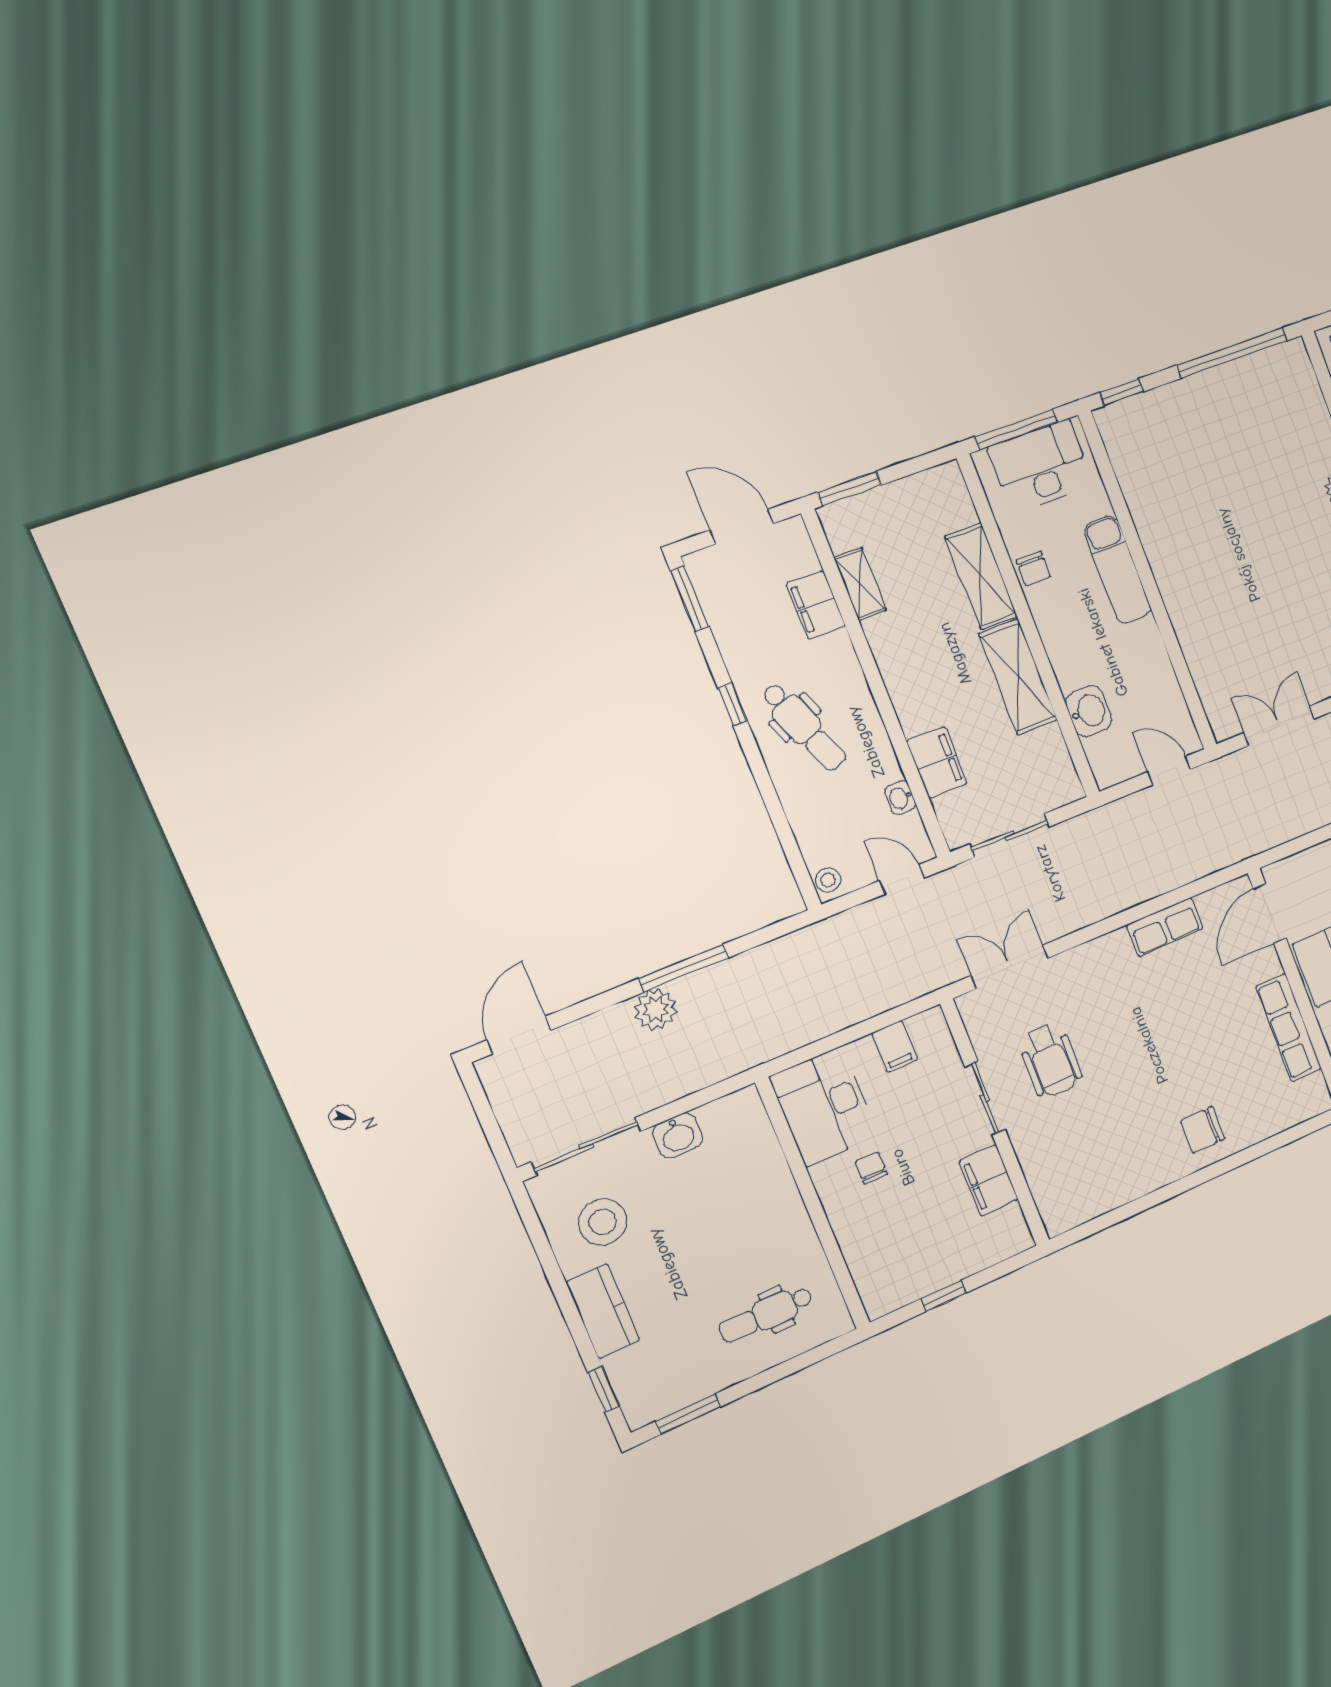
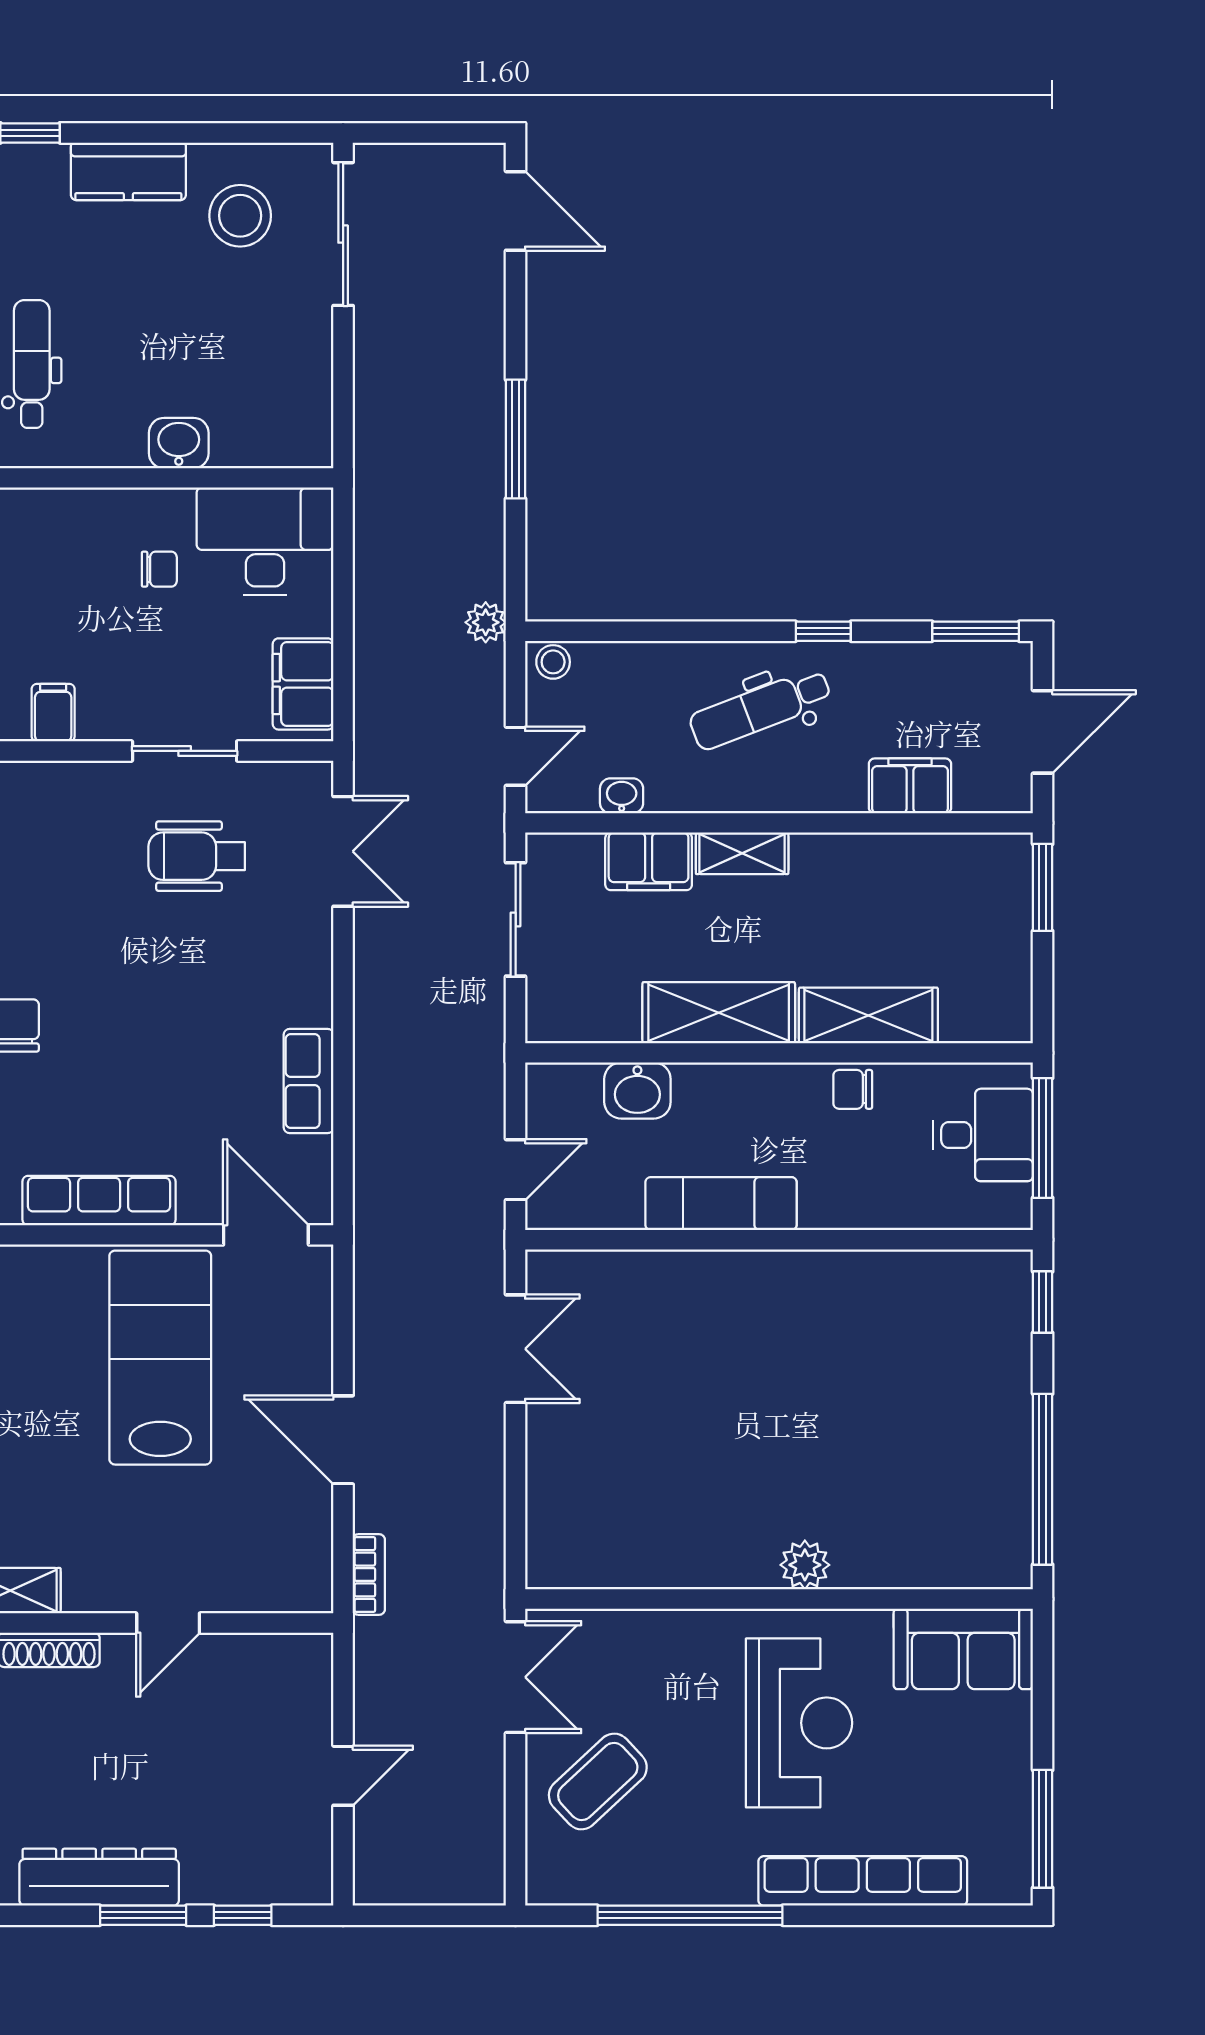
desk: (1041, 466) -> (983, 1135), width x0.73
exam couch: (1117, 570) -> (721, 1204), moved
shelving: (860, 584) -> (742, 853), moved
plant: (656, 1009) -> (486, 622), moved, width x0.73, depth x0.73
filing cabinet: (895, 1047) -> (303, 684), width x2.00
washbasin: (678, 1135) -> (179, 443), moved, turned 90
filing cabinet: (988, 1180) -> (53, 713), width x0.50

